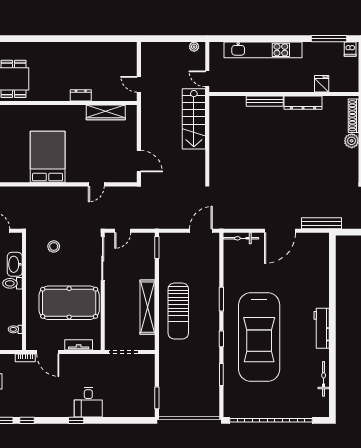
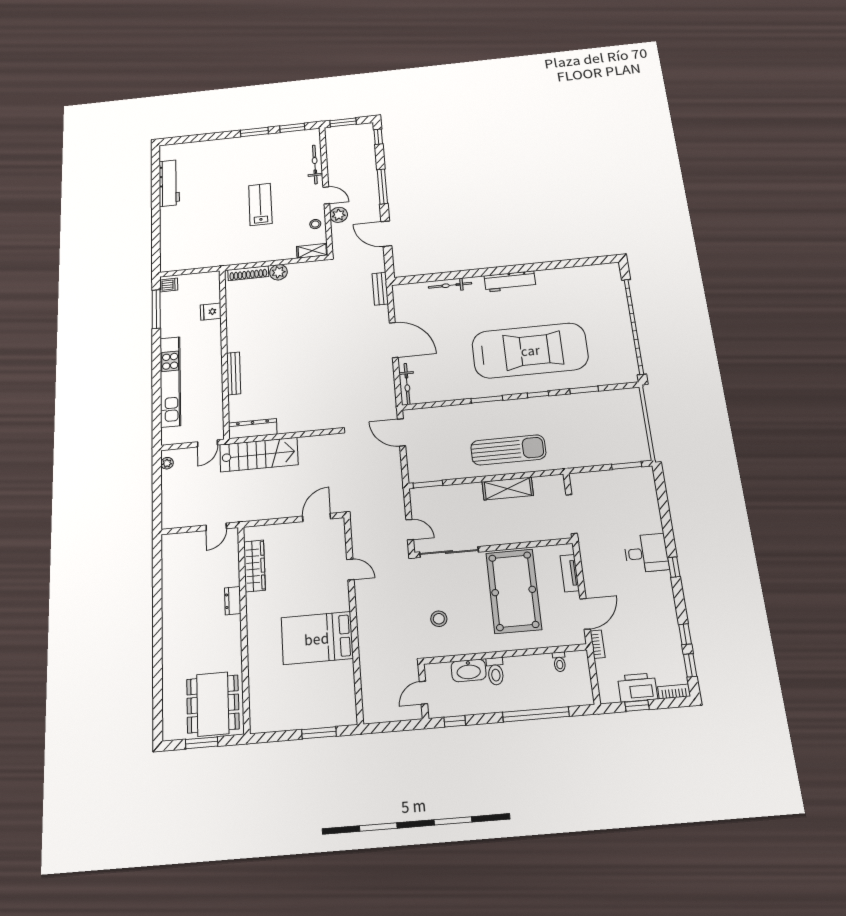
dresser: (303, 103) -> (253, 429), moved, turned -90
bench: (322, 223) -> (380, 289), width x0.73
shelving: (148, 307) -> (508, 489), width x0.68
bicycle: (324, 379) -> (450, 285), moved

